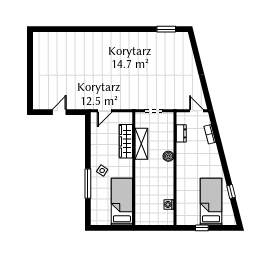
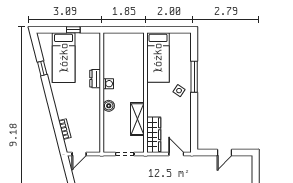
door: (105, 111) -> (176, 154), hinge flipped
door: (196, 111) -> (79, 154), hinge flipped
dresser: (181, 133) -> (95, 79), moved
wardrobe: (126, 141) -> (154, 135), moved
washing machine: (169, 204) -> (108, 84), moved

